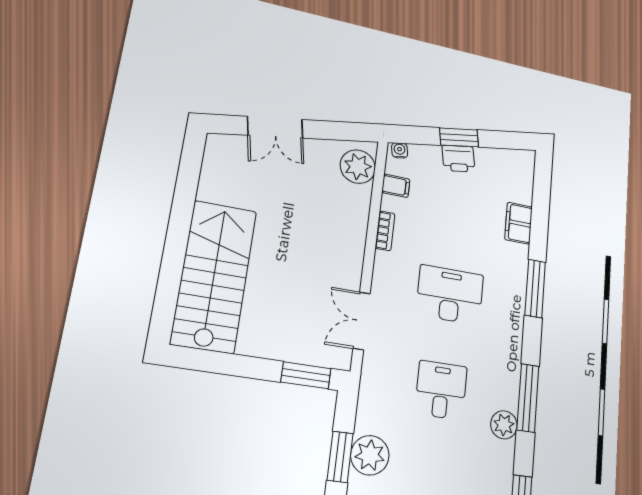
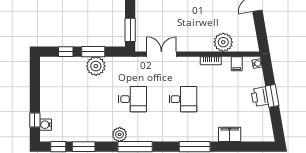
plant: (358, 167) -> (223, 42), moved
desk: (450, 295) -> (183, 99), width x0.73

